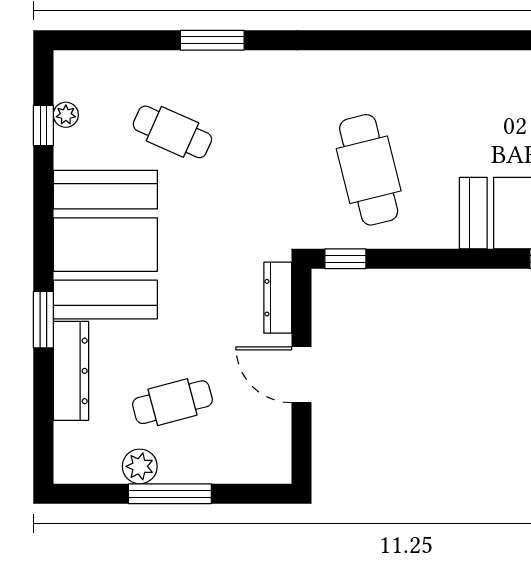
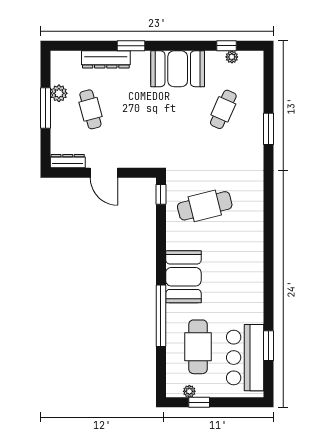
booth: (105, 245) -> (178, 69), width x0.73, depth x0.70
dresser: (278, 298) -> (68, 161), moved
door: (302, 375) -> (104, 173), swing flipped

